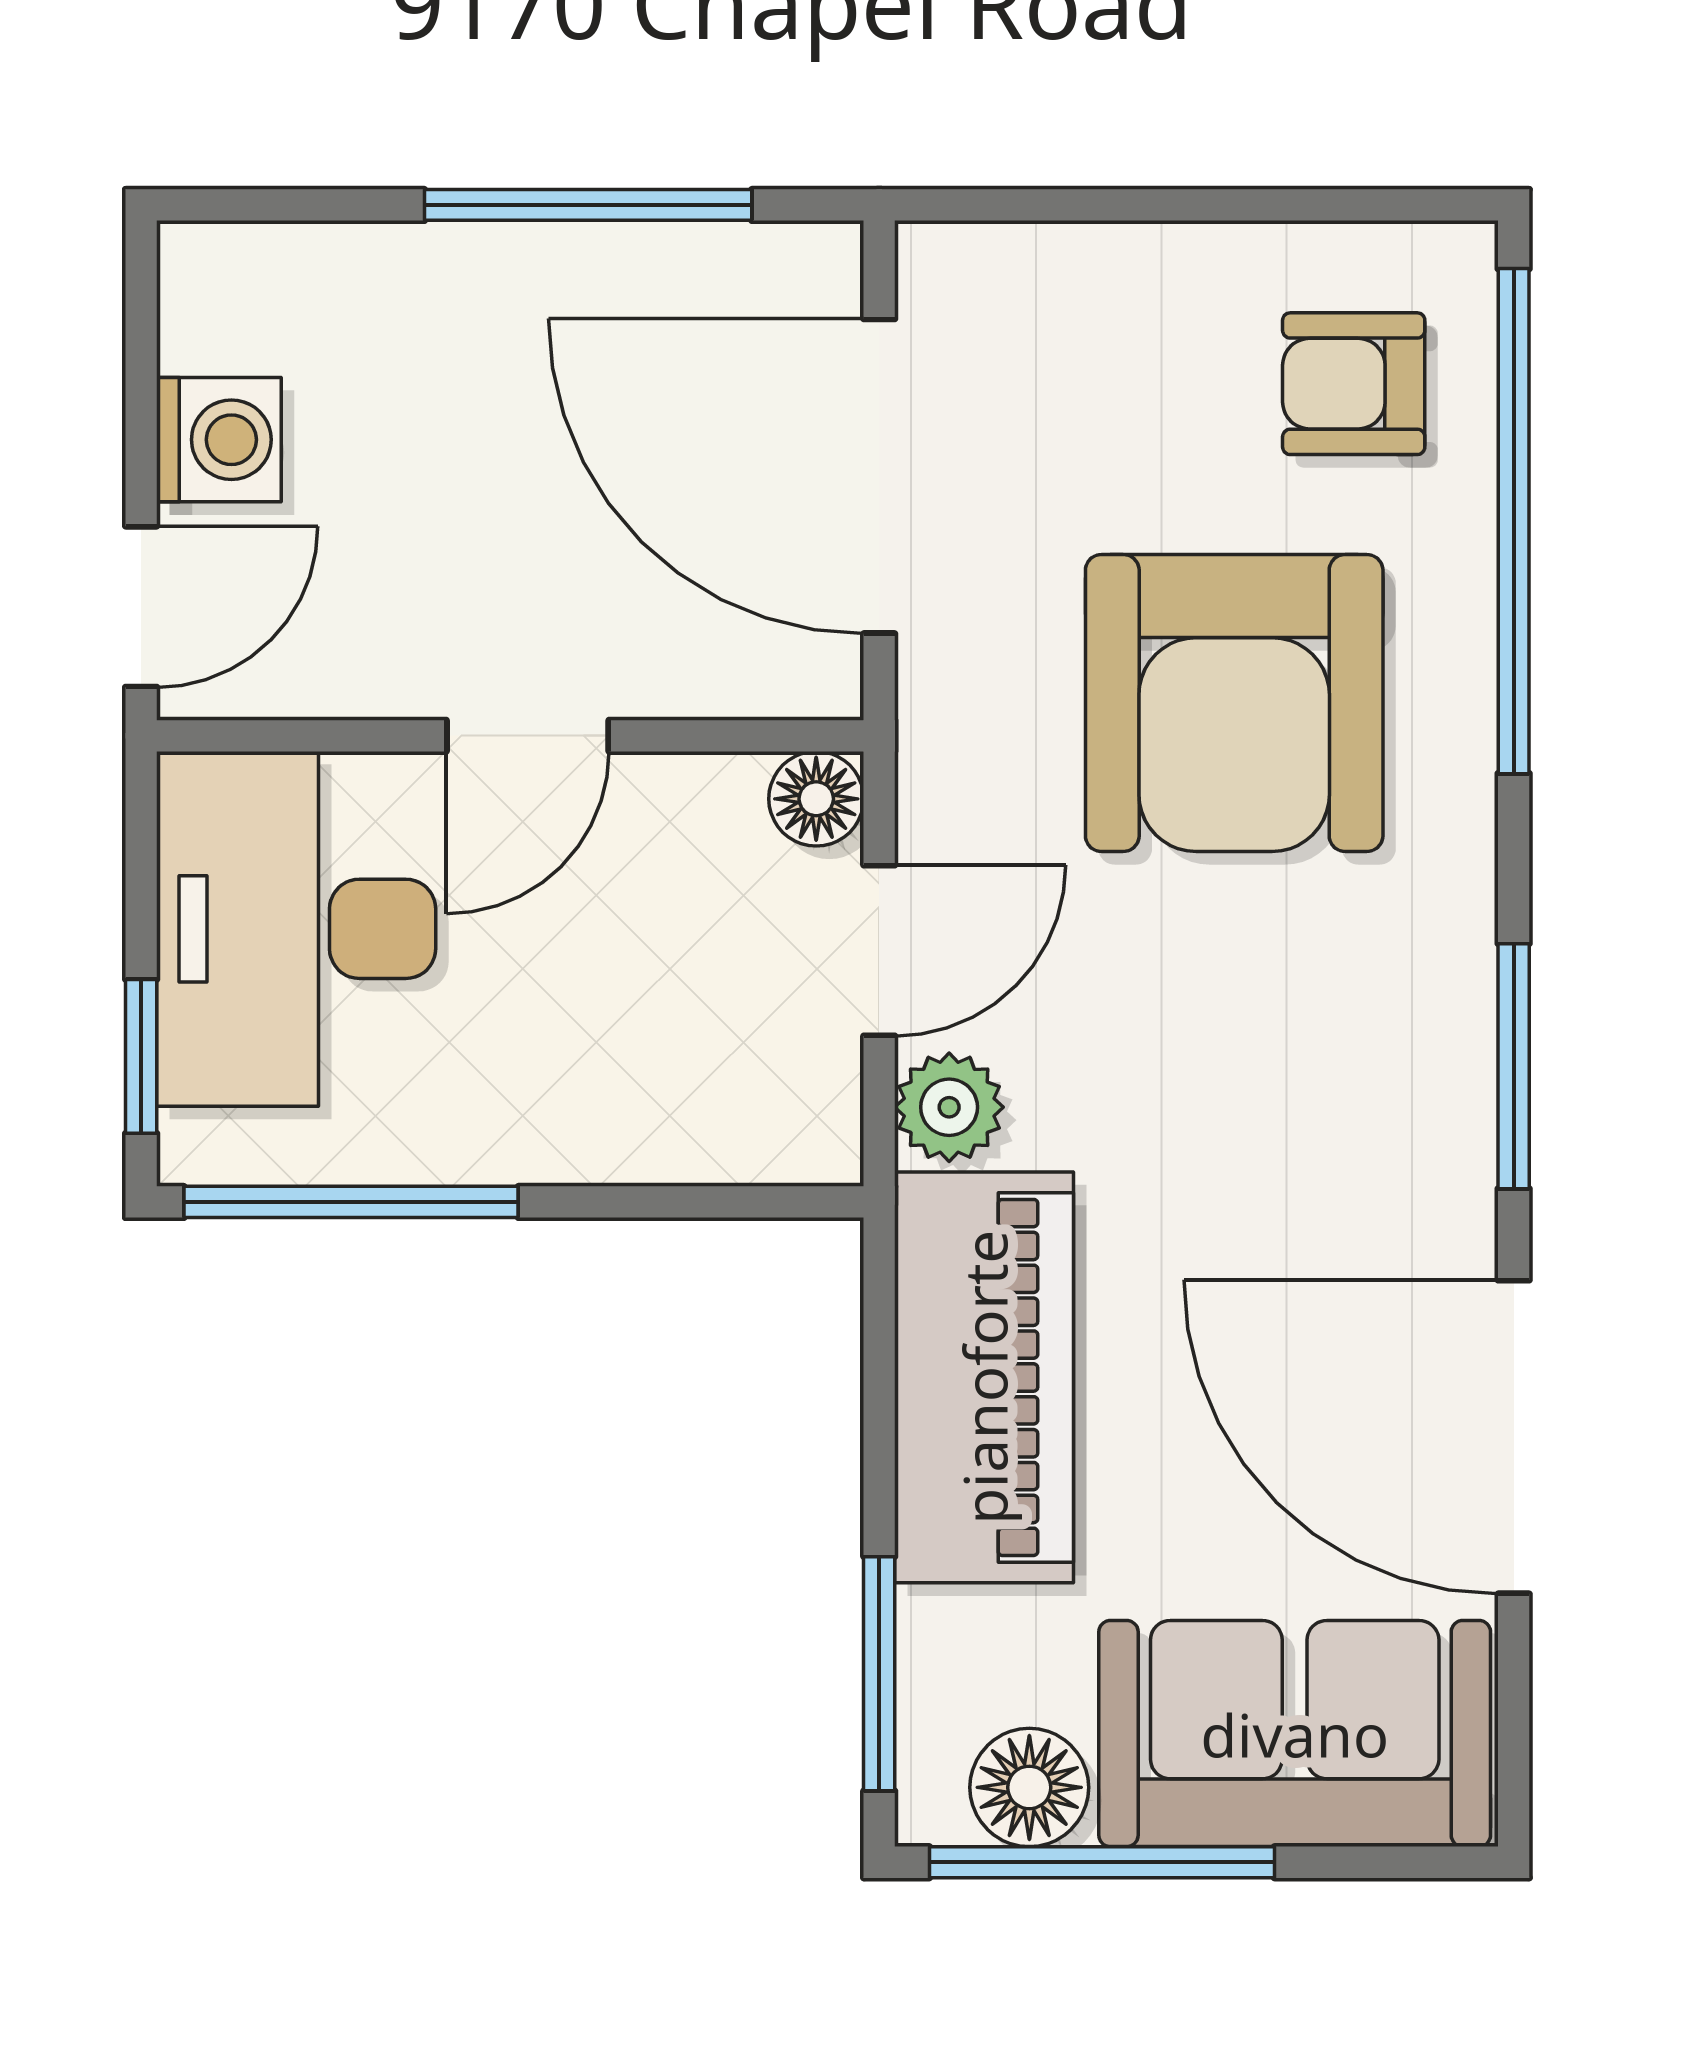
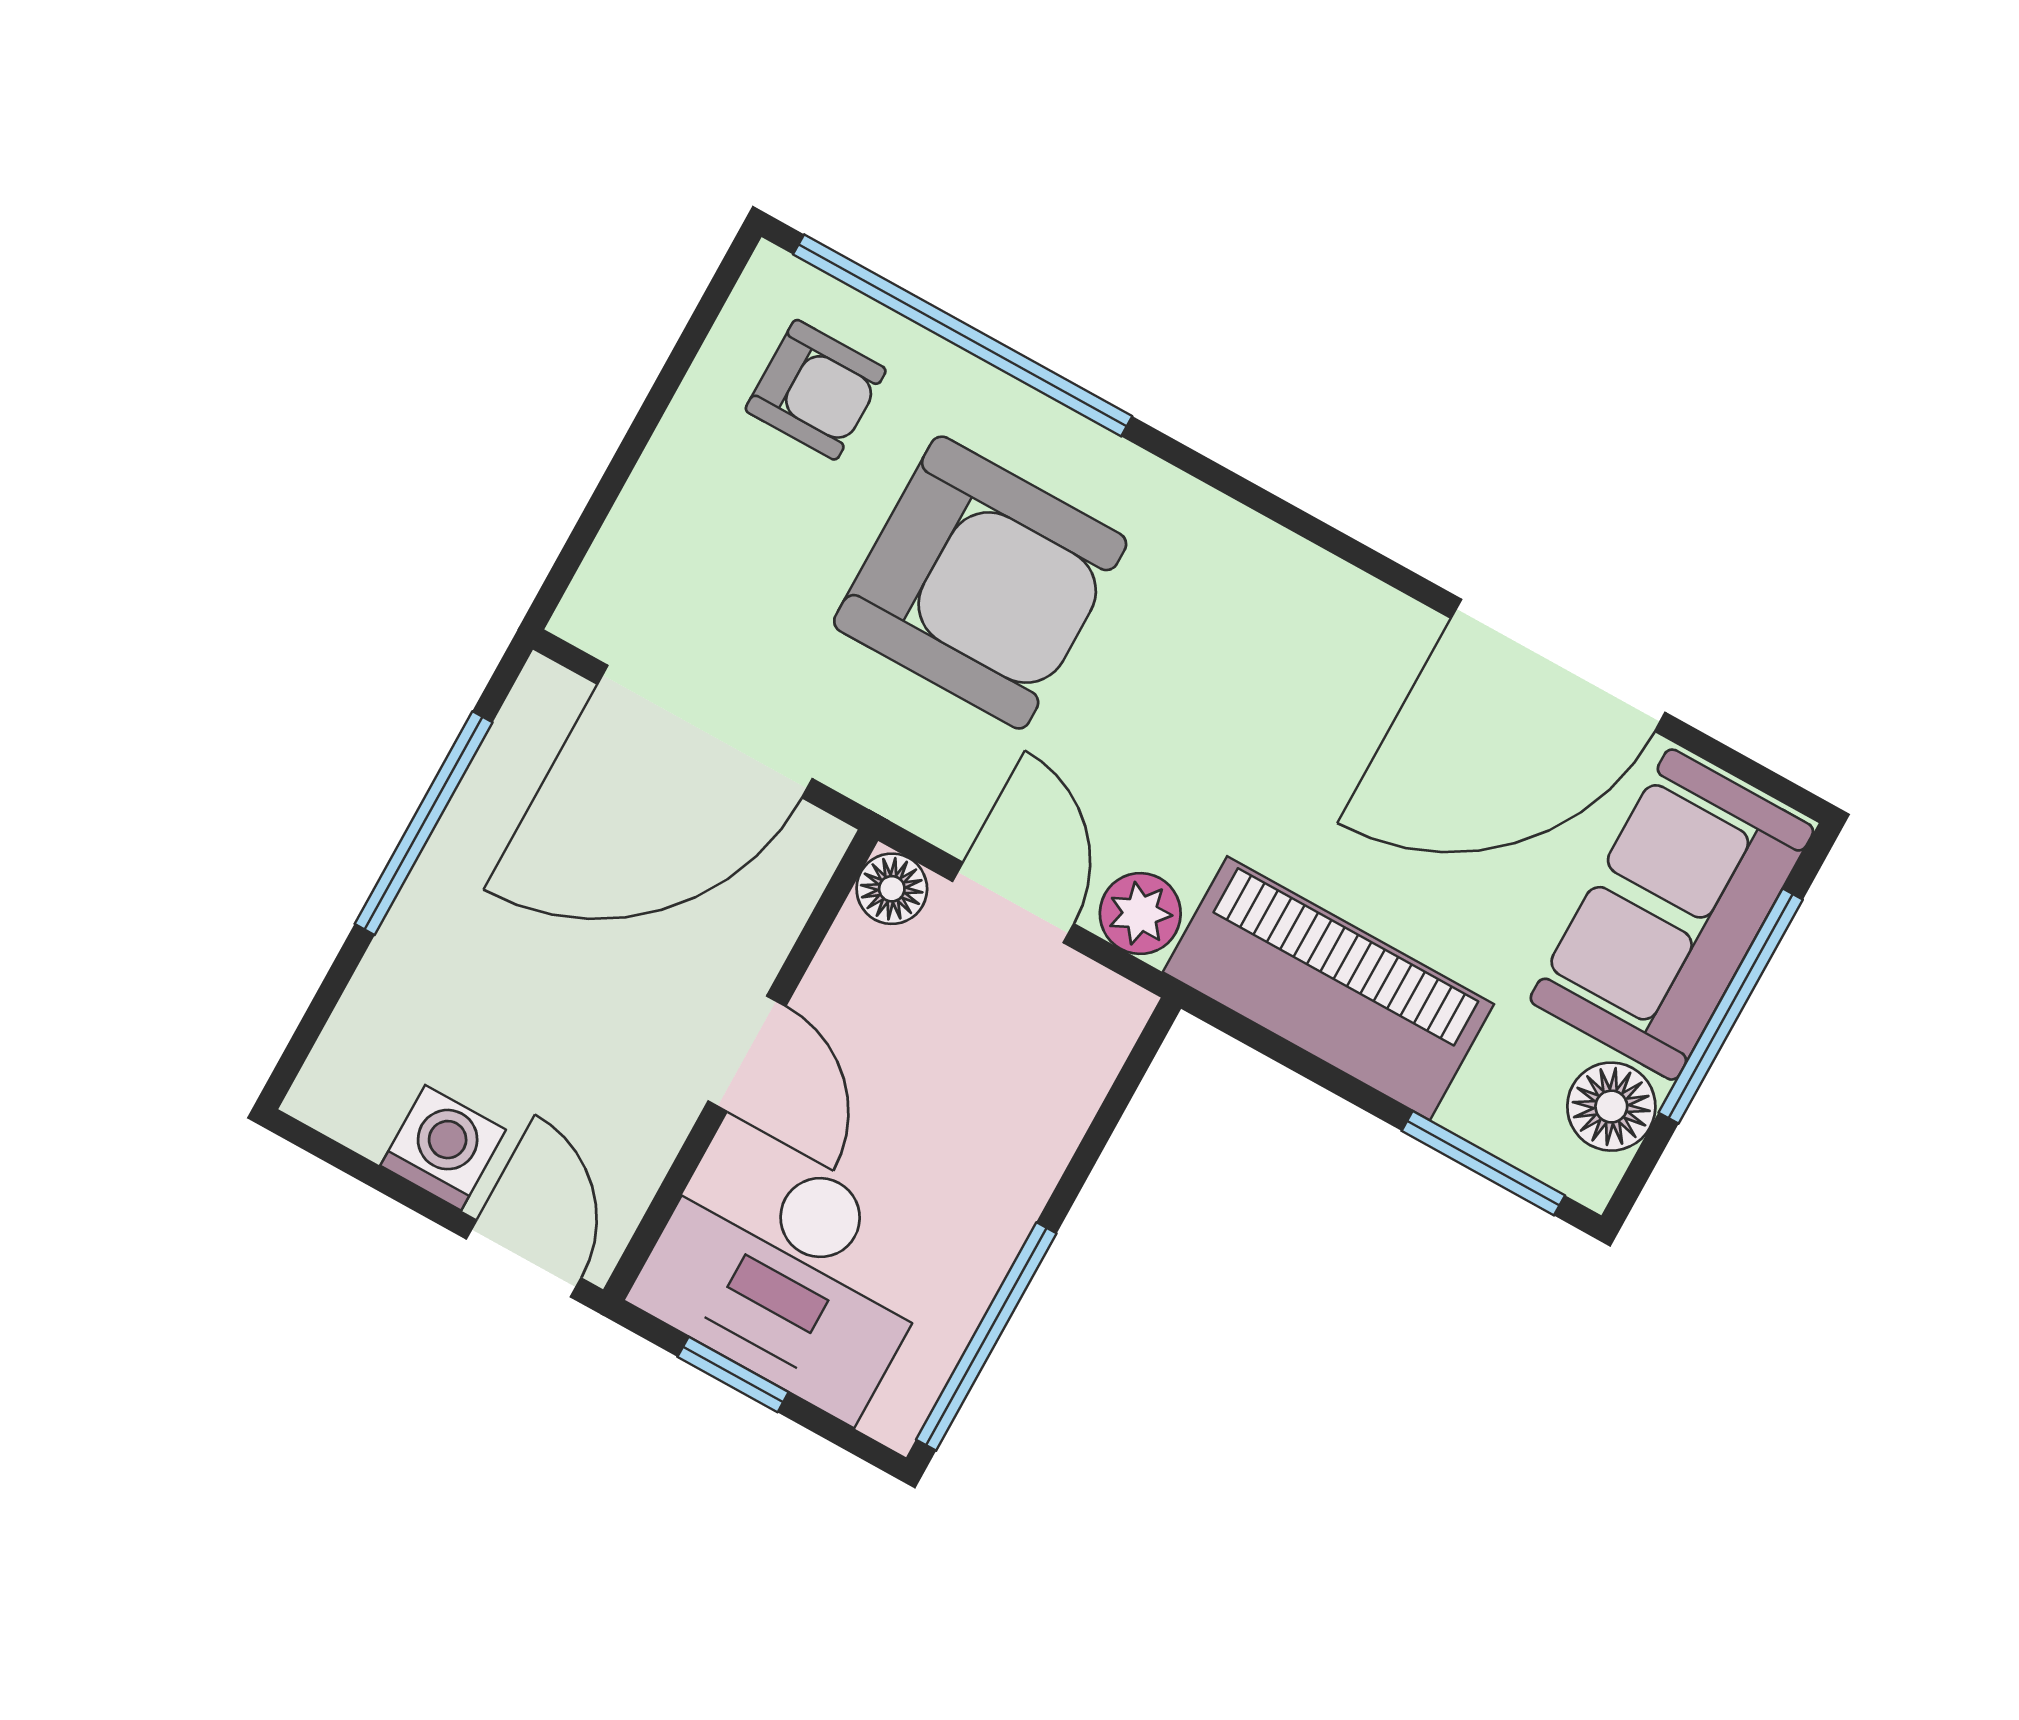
armchair: (1354, 384) -> (816, 390), turned -90
window: (141, 1056) -> (733, 1374), moved
window: (1514, 1066) -> (1317, 532), removed
window: (1102, 1862) -> (1731, 1006), moved

